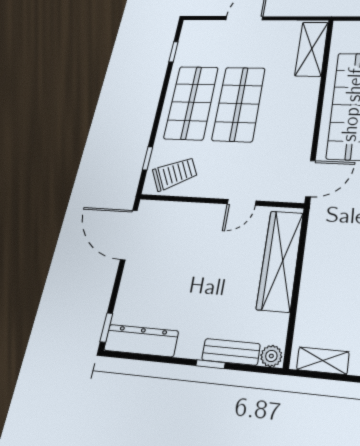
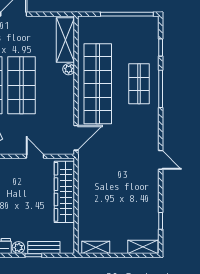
plant: (311, 85) -> (69, 69), added
door: (242, 202) -> (35, 156), swing flipped
plant: (271, 356) -> (18, 248), moved

